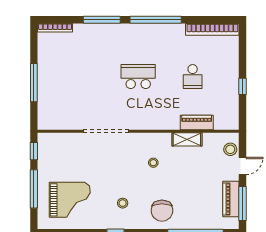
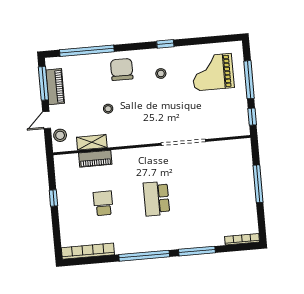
school desk: (138, 77) -> (156, 199), turned 90
shelving: (187, 139) -> (92, 142), moved
stool: (153, 163) -> (108, 109), moved

